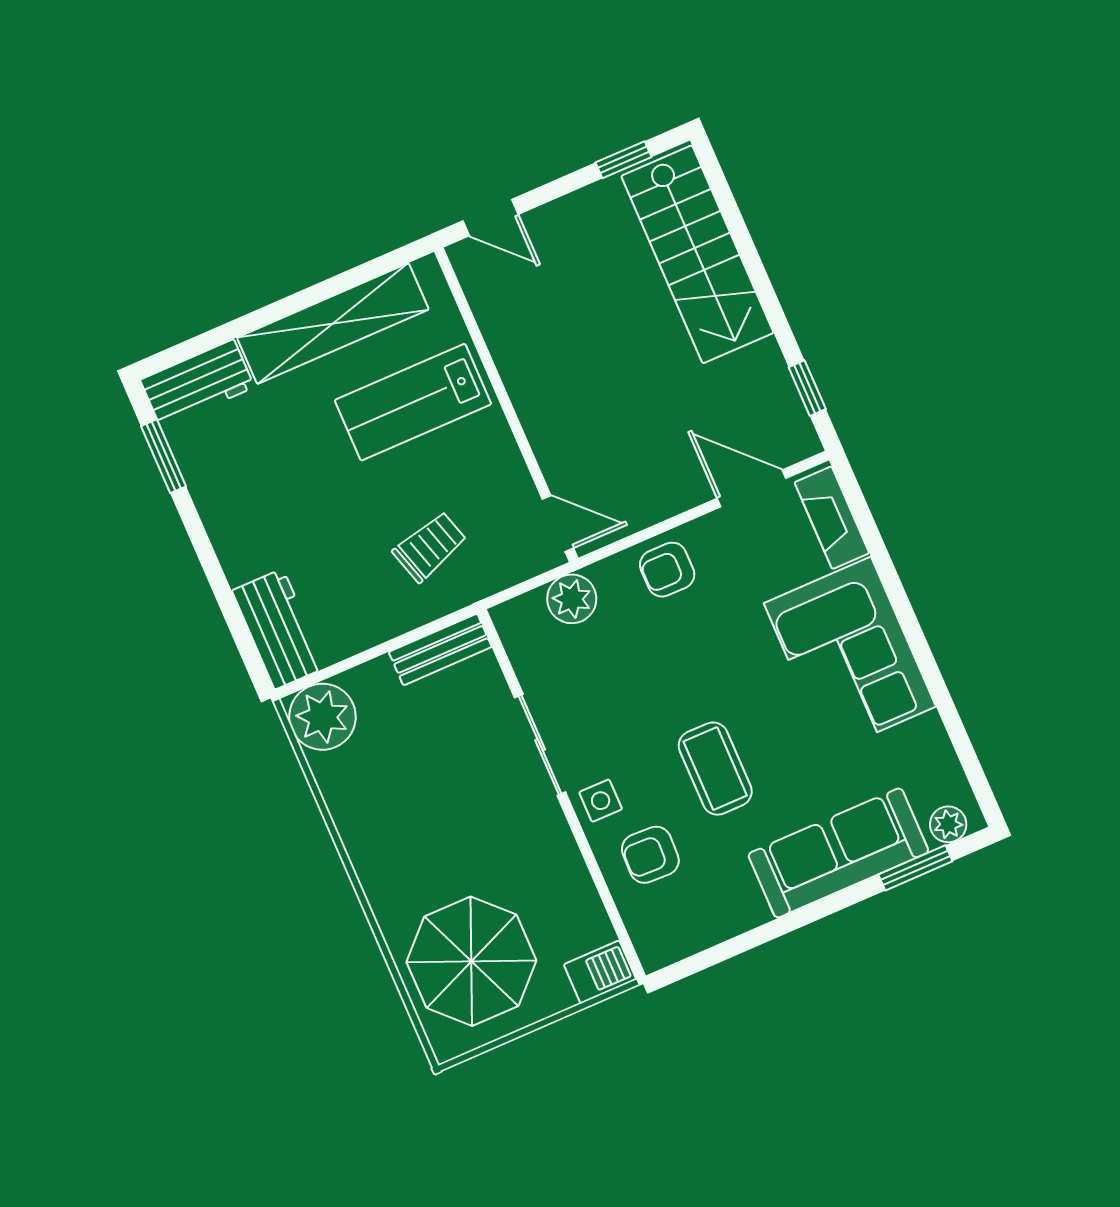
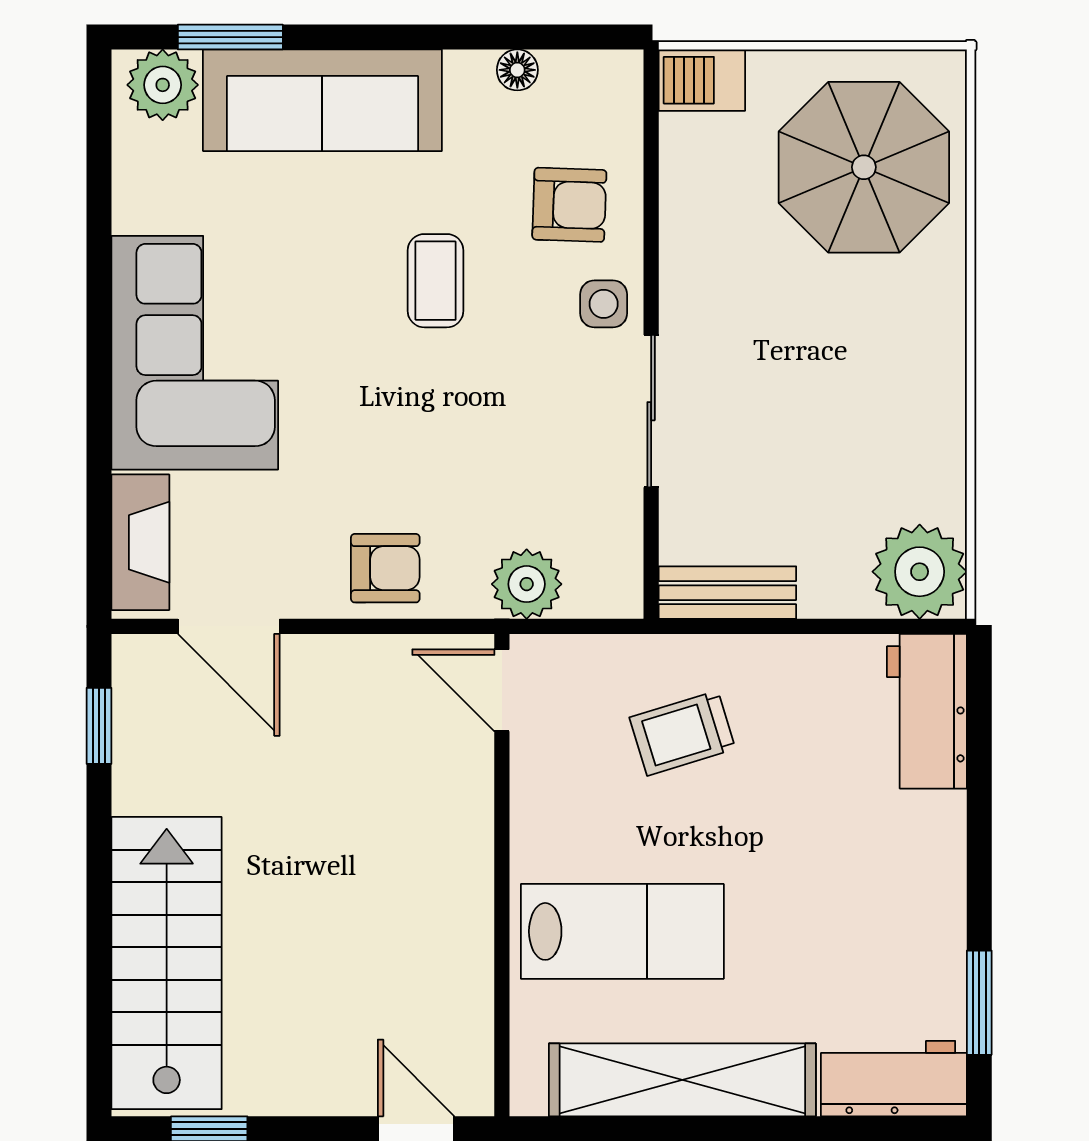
coffee table: (715, 769) -> (436, 281), width x0.73, depth x0.77
plant: (948, 824) -> (163, 85), width x1.38, depth x1.38
floor lamp: (722, 927) -> (517, 70), added

